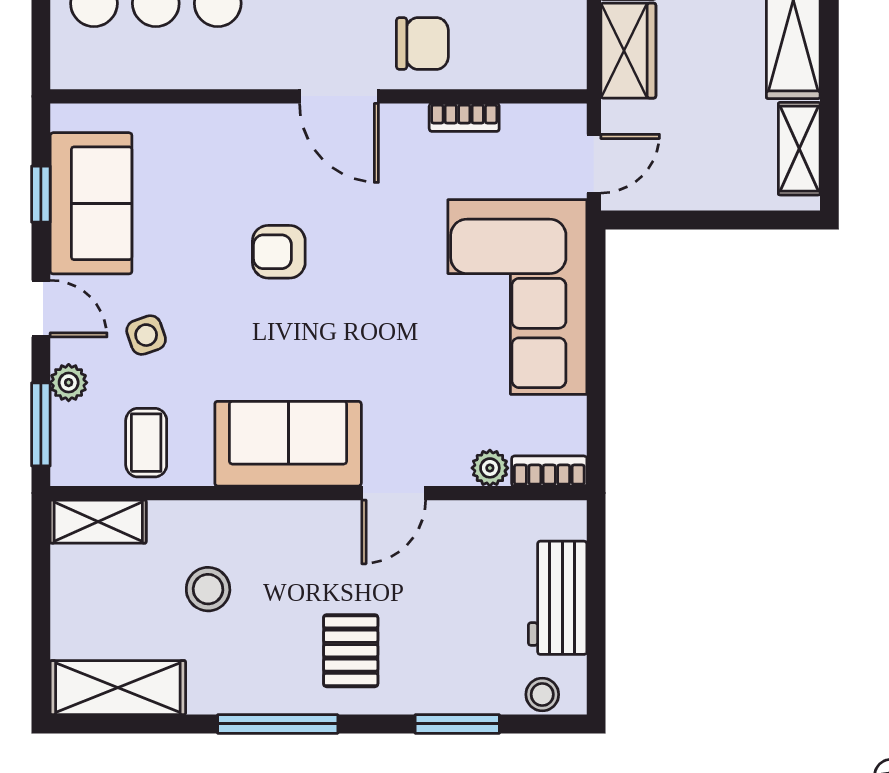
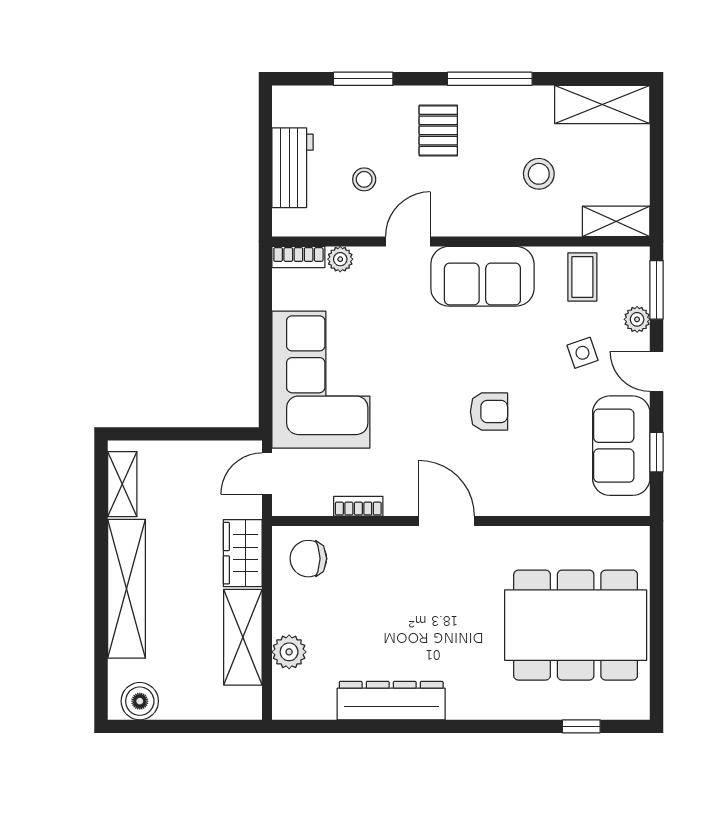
chair: (422, 43) -> (308, 559), moved
stool: (542, 694) -> (364, 179), moved

